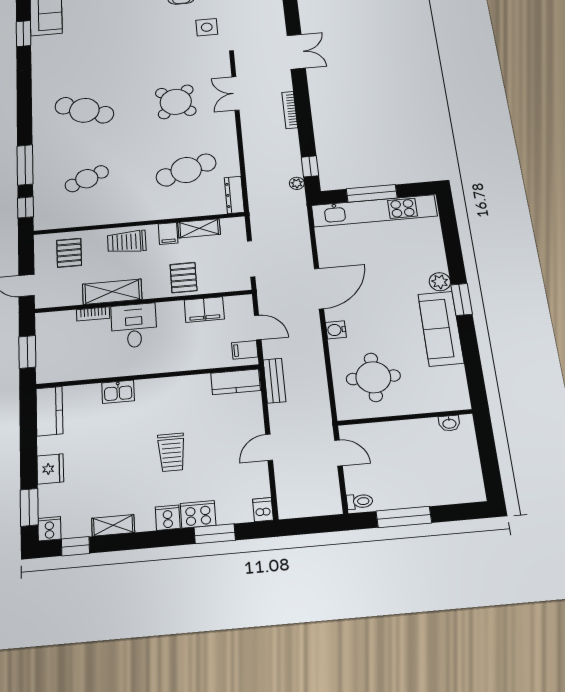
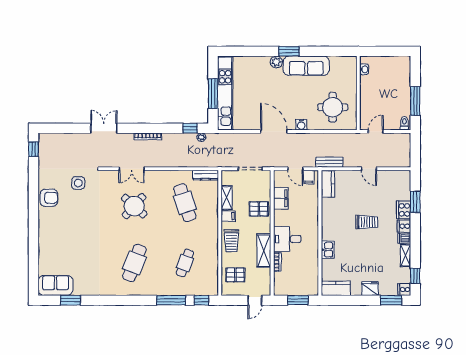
cafe table: (87, 179) -> (185, 263), turned 45
door: (258, 327) -> (295, 169), swing flipped
dishwasher: (263, 510) -> (404, 238), moved

